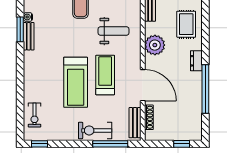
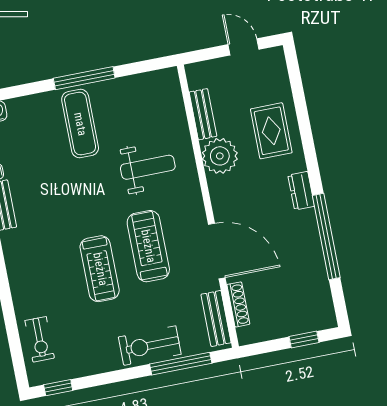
plant: (155, 45) -> (220, 156), moved
treadmill: (76, 82) -> (100, 269), width x0.73, depth x0.73

